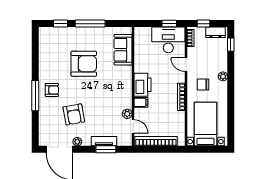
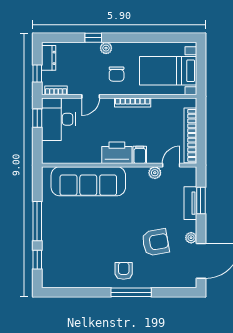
window: (231, 45) -> (93, 38), moved
sofa: (123, 50) -> (88, 181), width x1.85, depth x1.27
armchair: (84, 64) -> (90, 229), removed

